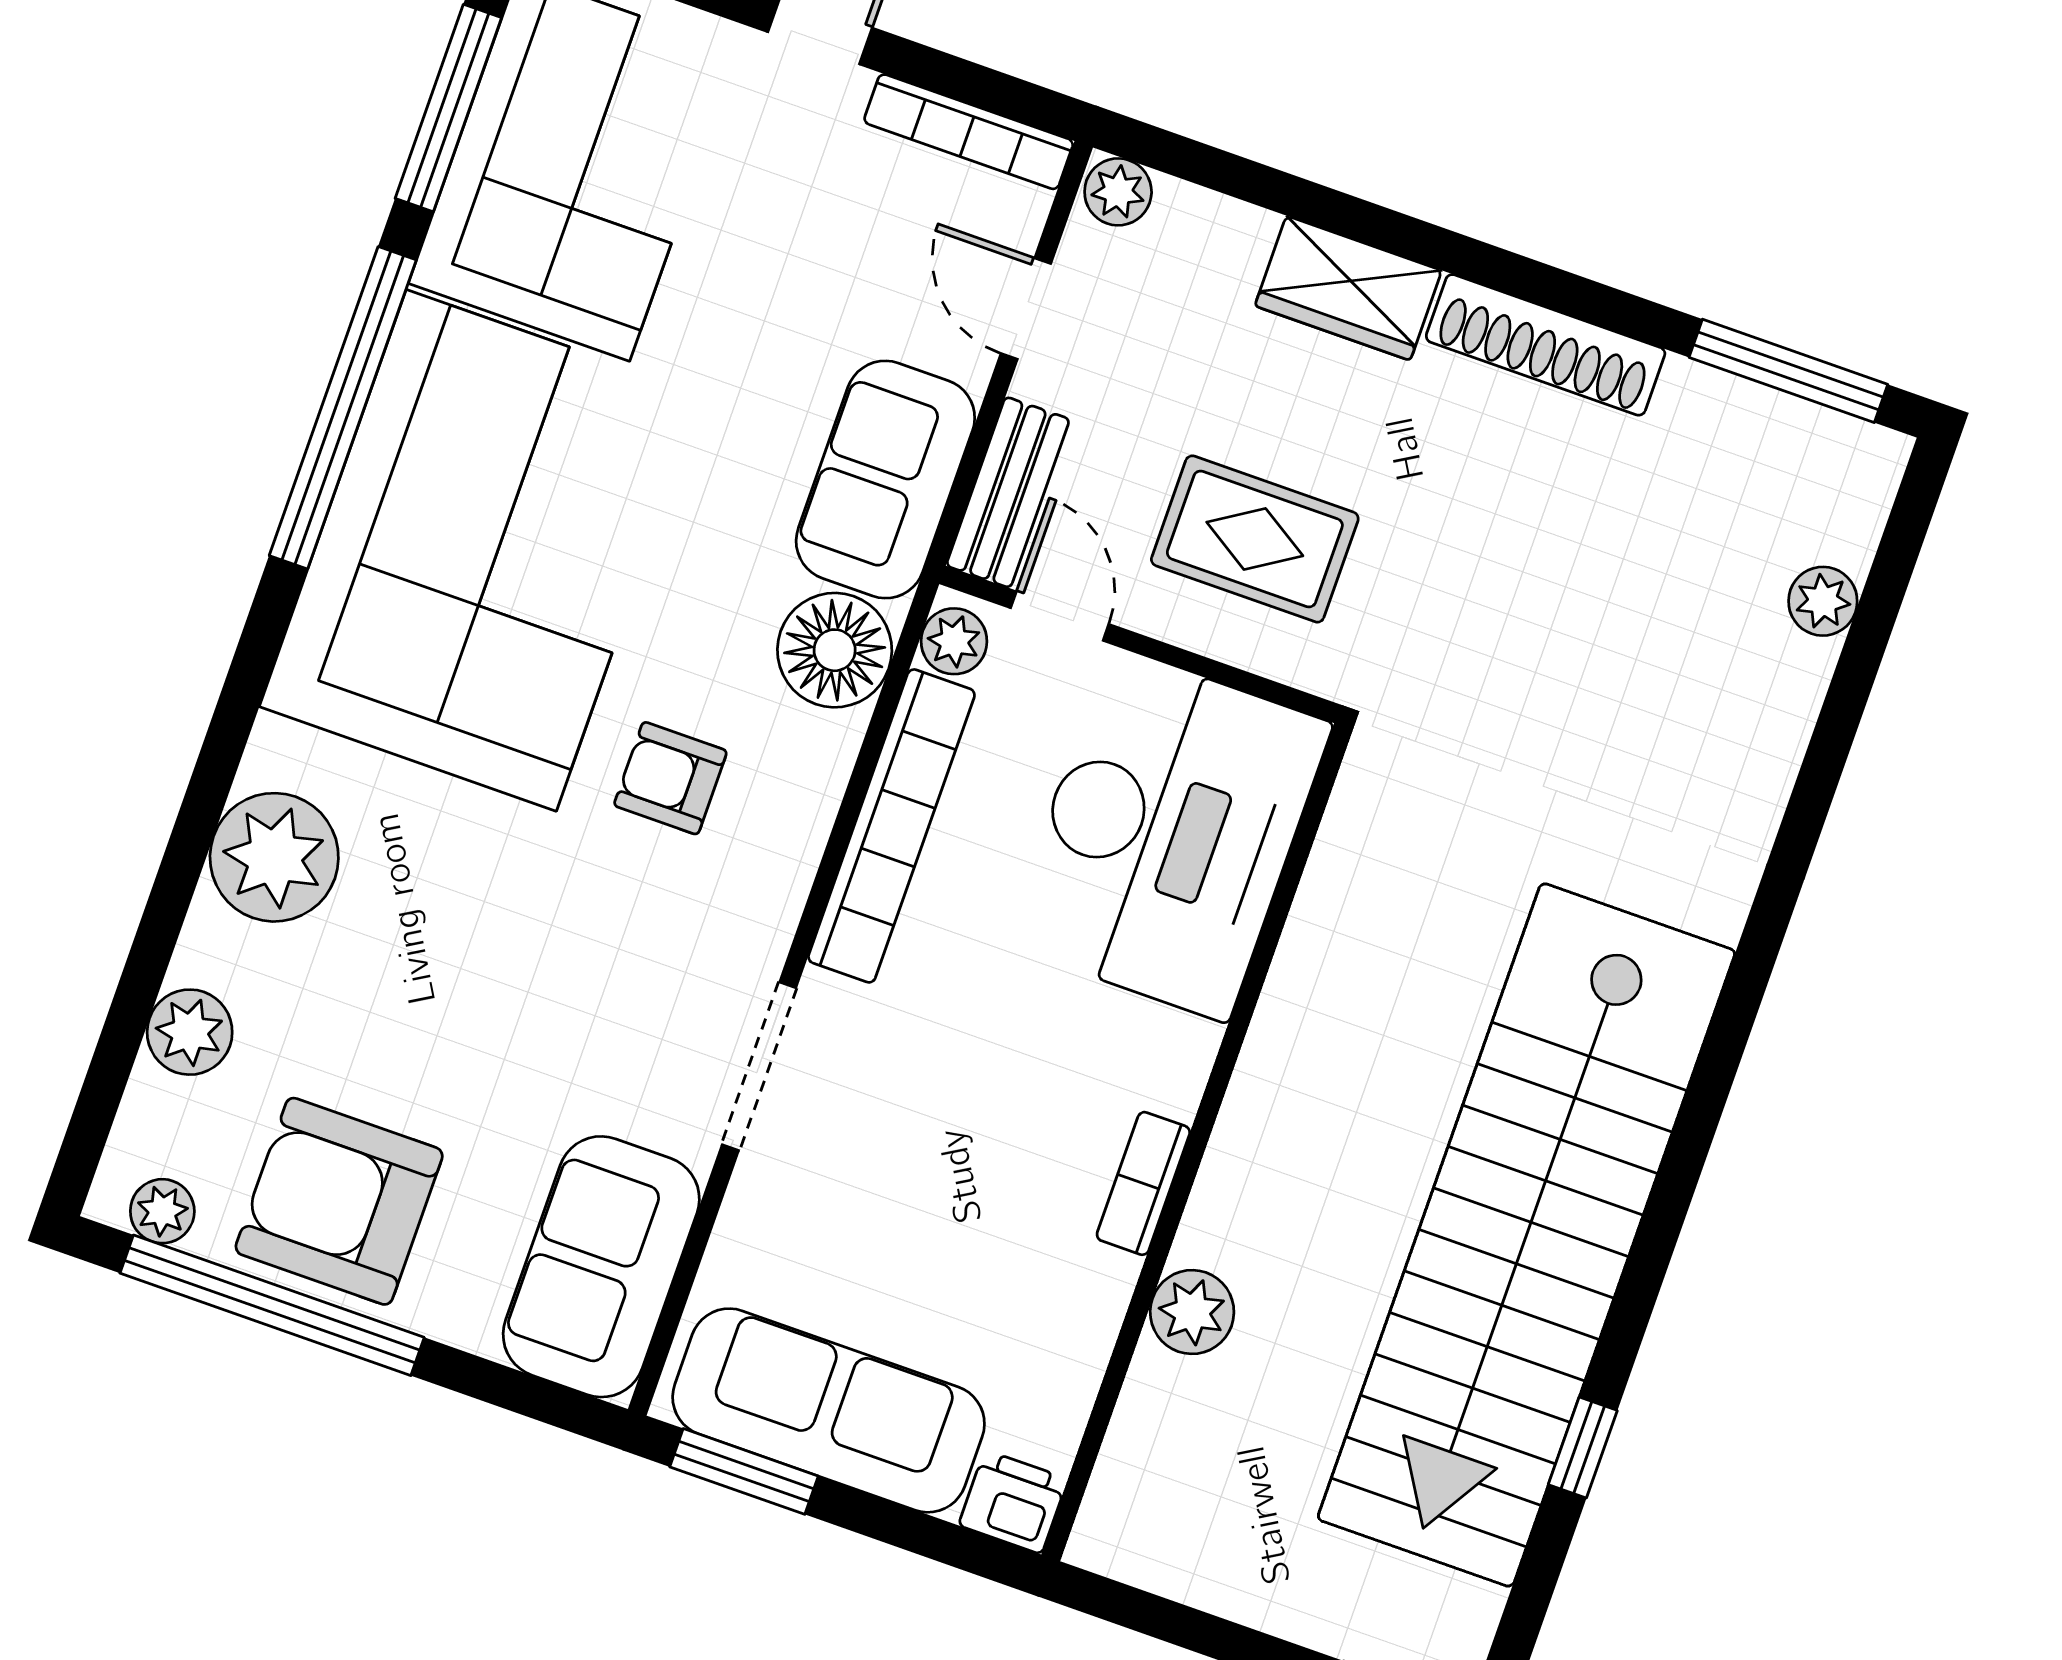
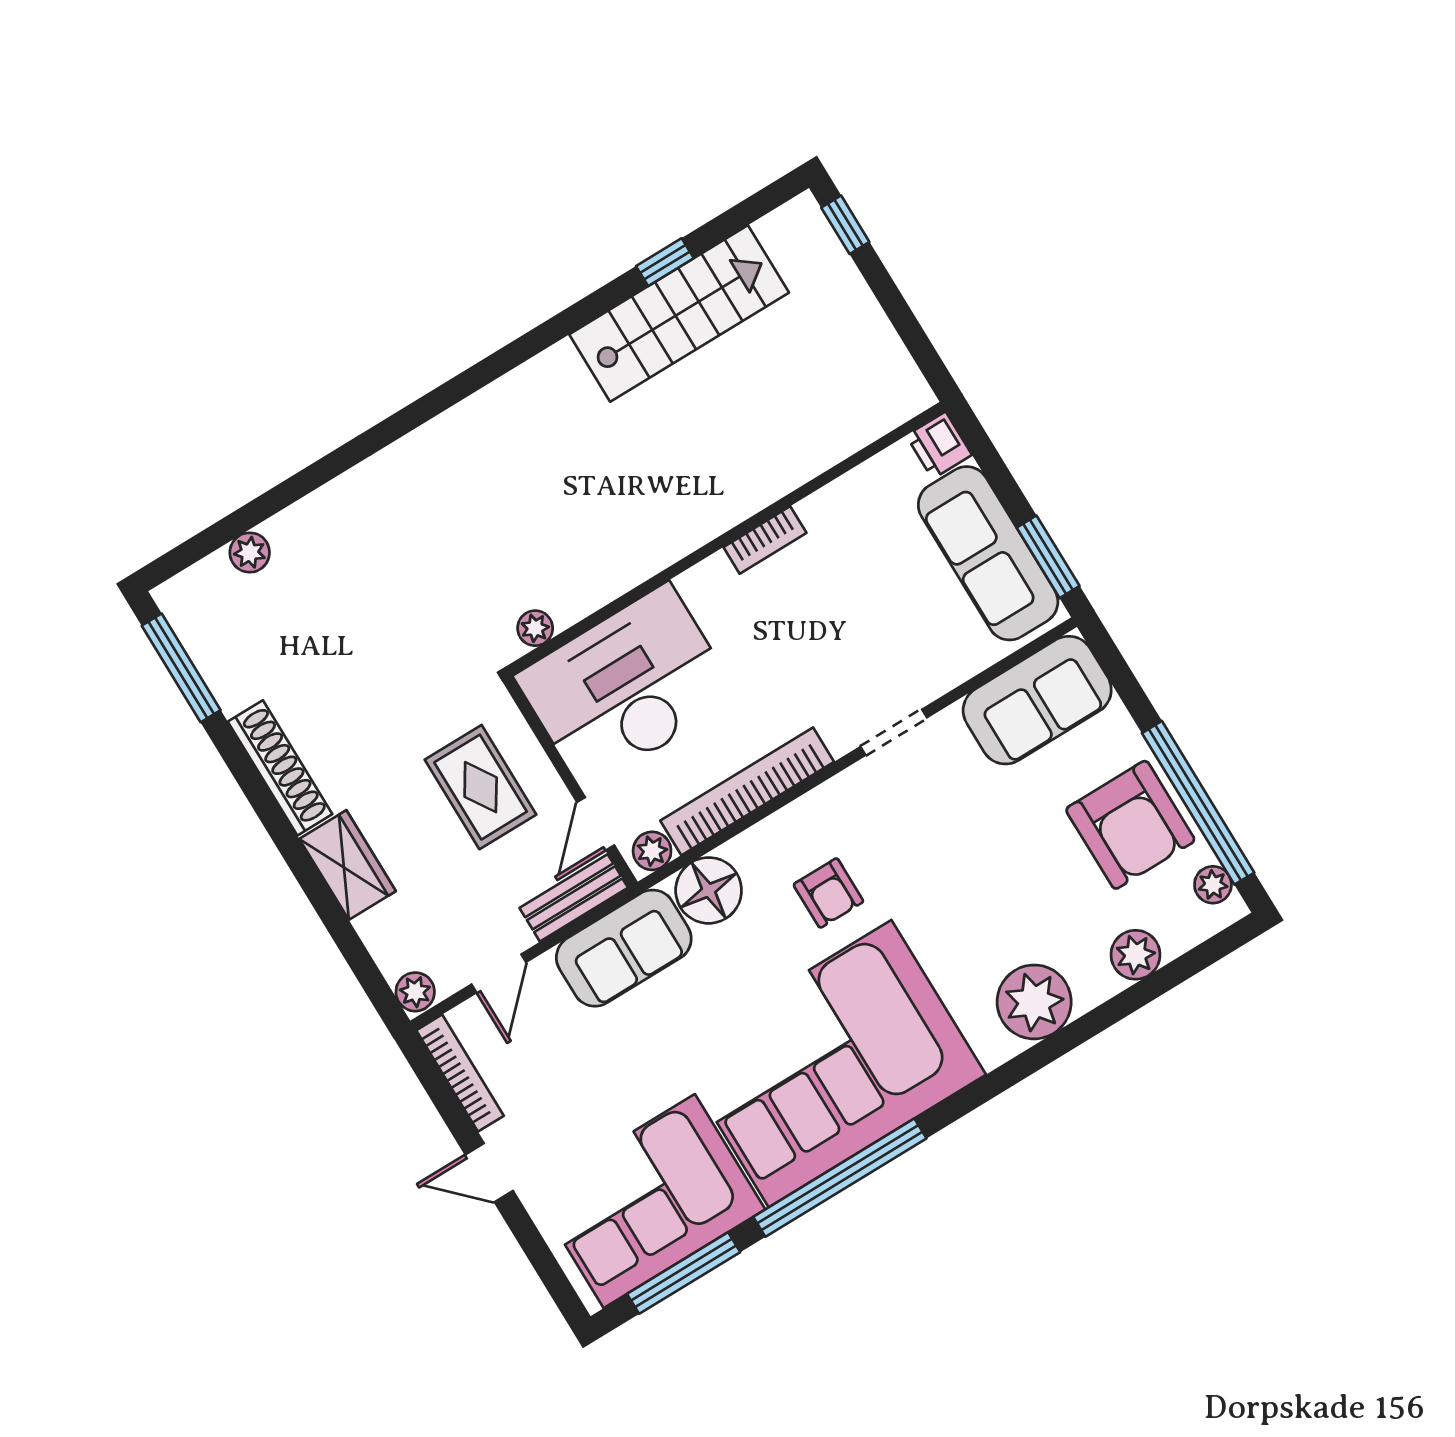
doorway: (759, 1066) -> (894, 732), width x0.73
stairs: (1527, 1235) -> (679, 314), width x0.54, depth x0.66
plant: (1192, 1312) -> (535, 628), moved, width x0.73, depth x0.73

